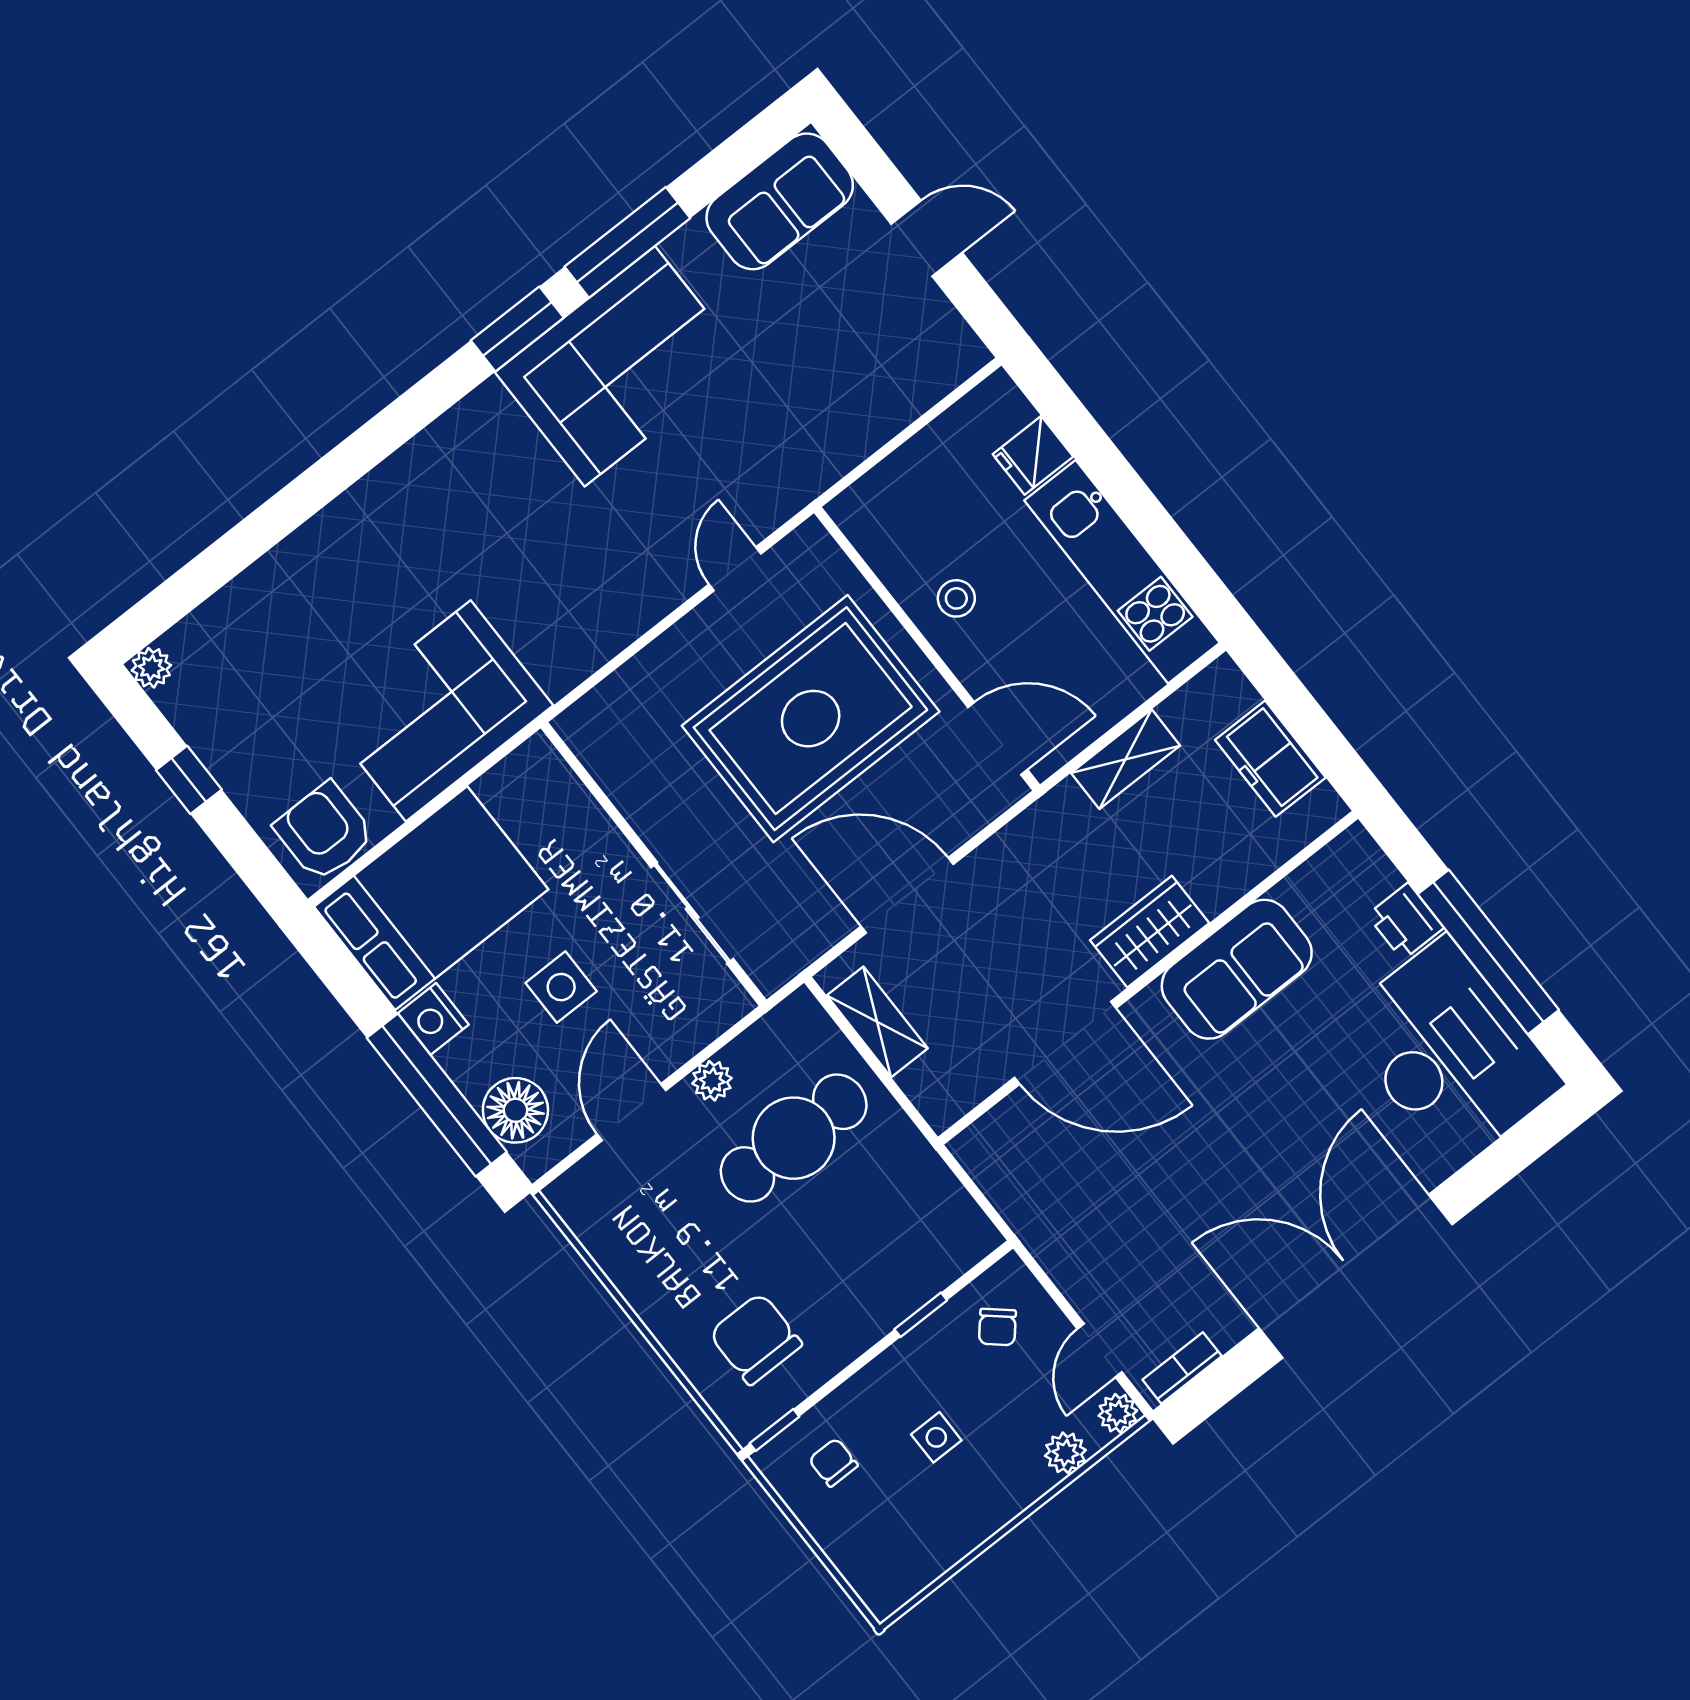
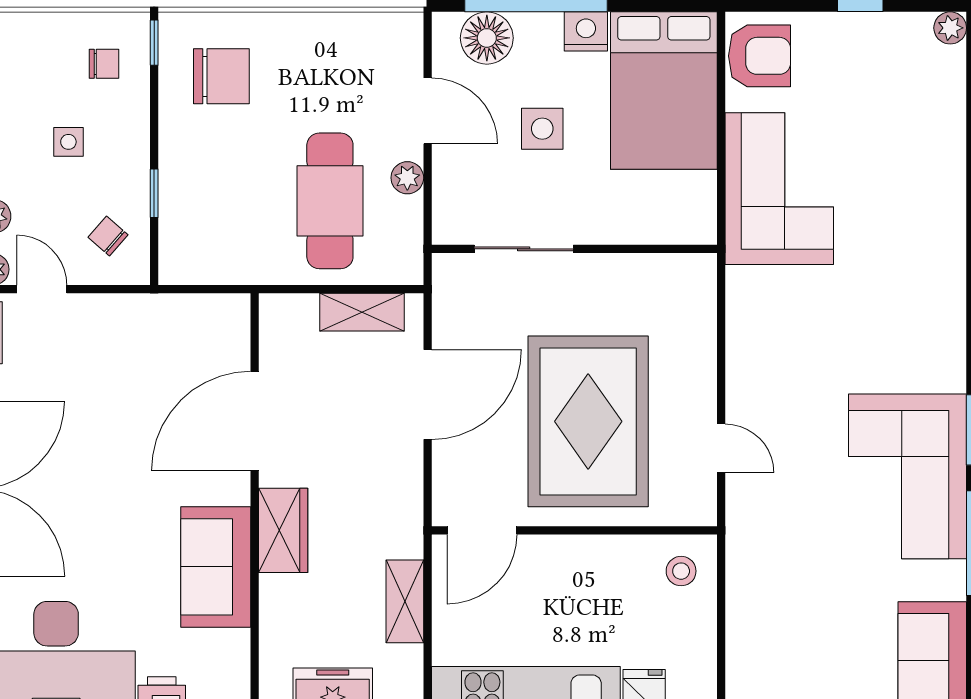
stool: (956, 598) -> (681, 571), moved

